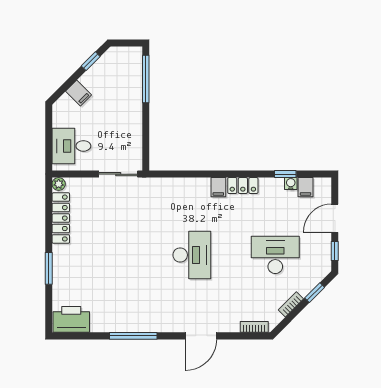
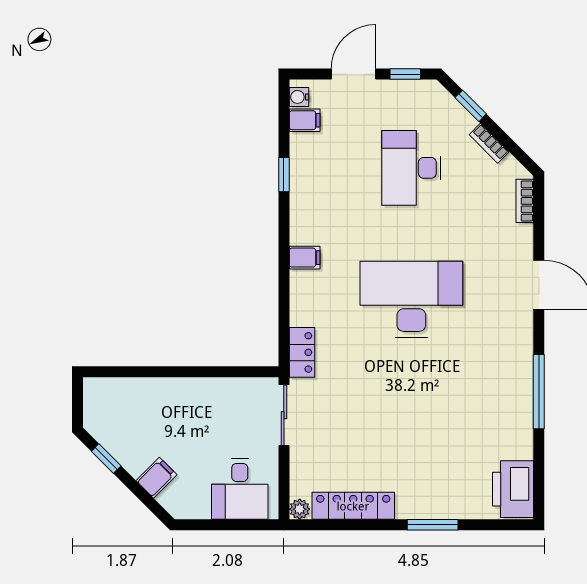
window: (146, 79) -> (134, 372), removed
window: (285, 174) -> (284, 175), moved
water cooler: (291, 184) -> (299, 97), moved
locker: (243, 185) -> (302, 352), moved
door: (335, 218) -> (353, 74), swing flipped
desk: (192, 255) -> (411, 299), width x1.36, depth x1.30

